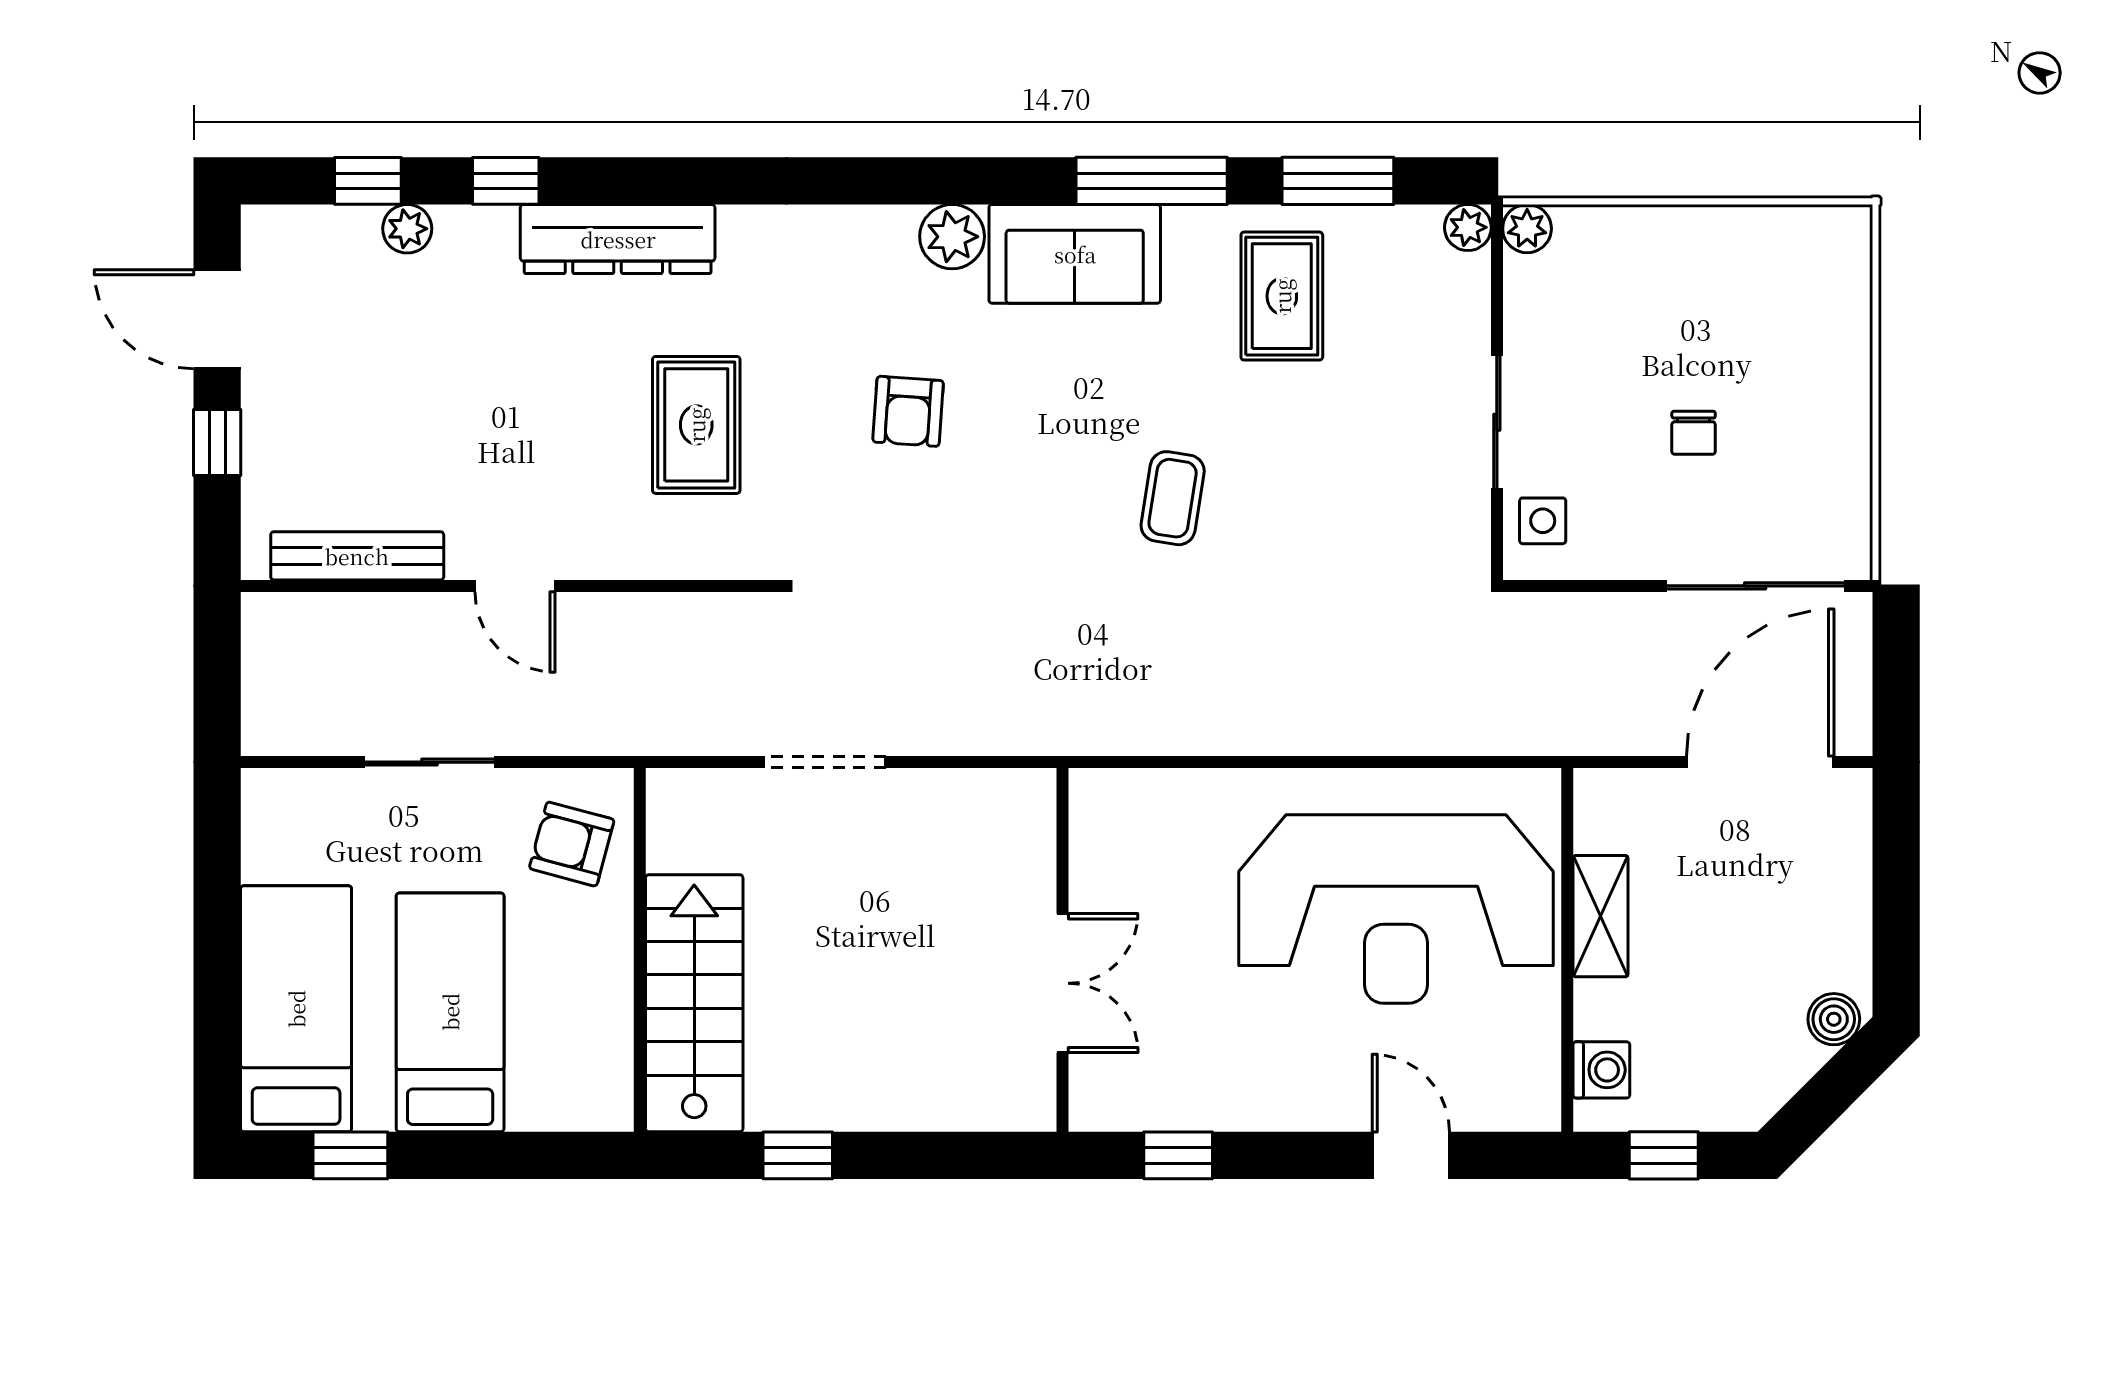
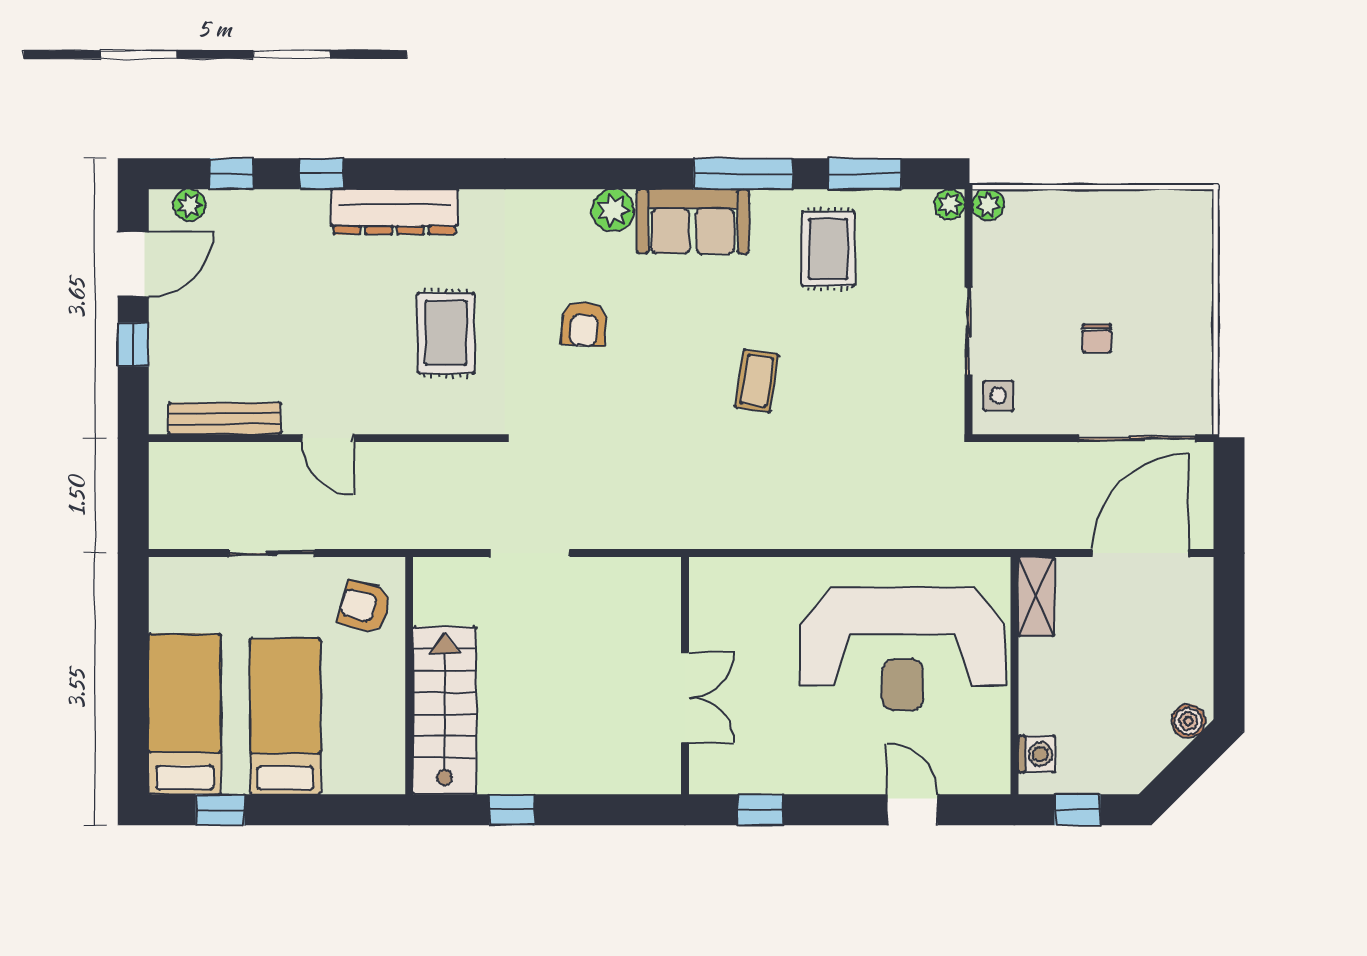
plant: (407, 229) -> (190, 205), moved
door: (217, 319) -> (133, 264), swing flipped
shelving: (1601, 916) -> (1036, 597), moved

